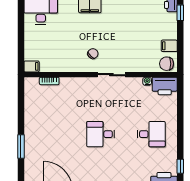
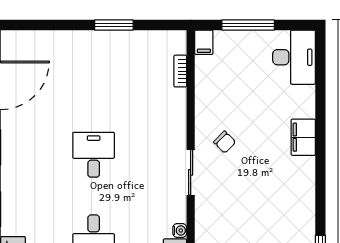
window: (21, 39) -> (248, 25), added
window: (21, 146) -> (114, 25), moved

